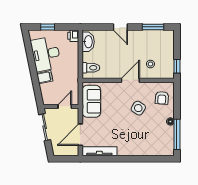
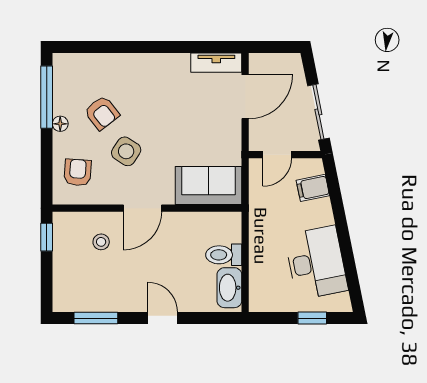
printer: (73, 36) -> (260, 300), removed
toilet: (91, 68) -> (224, 255), moved
filing cabinet: (45, 77) -> (313, 188), moved
sofa: (91, 101) -> (208, 186), moved, turned 90
armchair: (150, 127) -> (102, 113), added
tv unit: (99, 151) -> (216, 63), width x0.71

